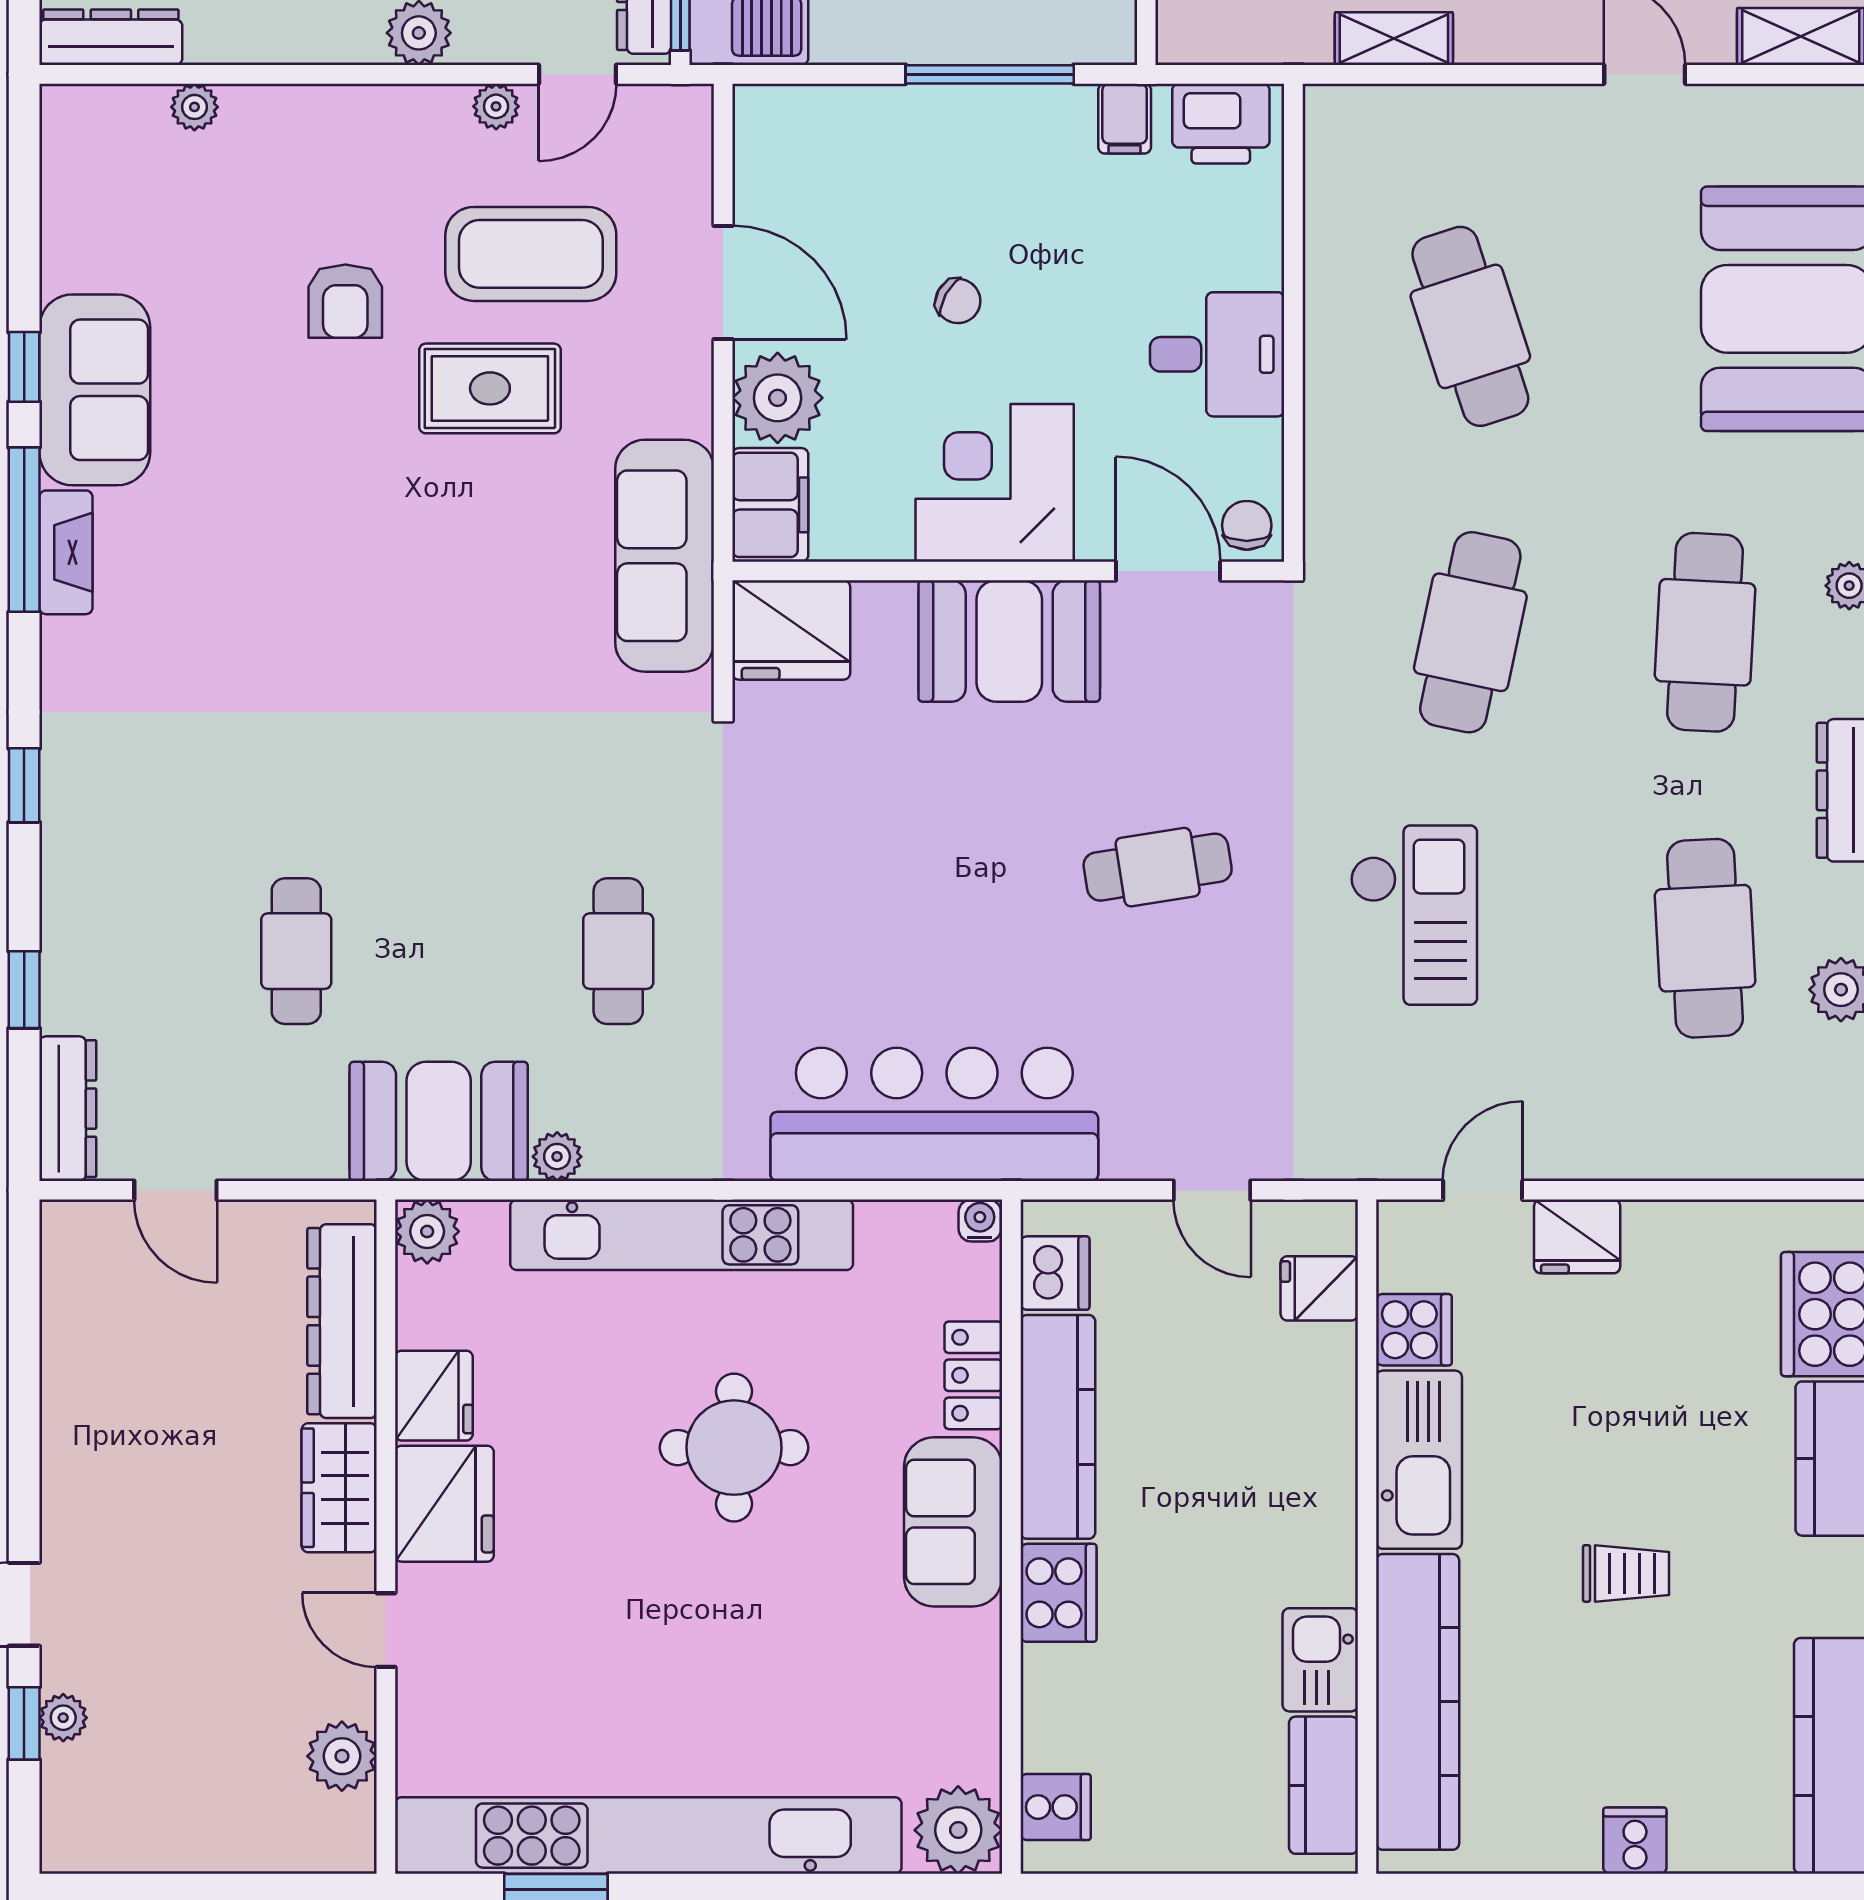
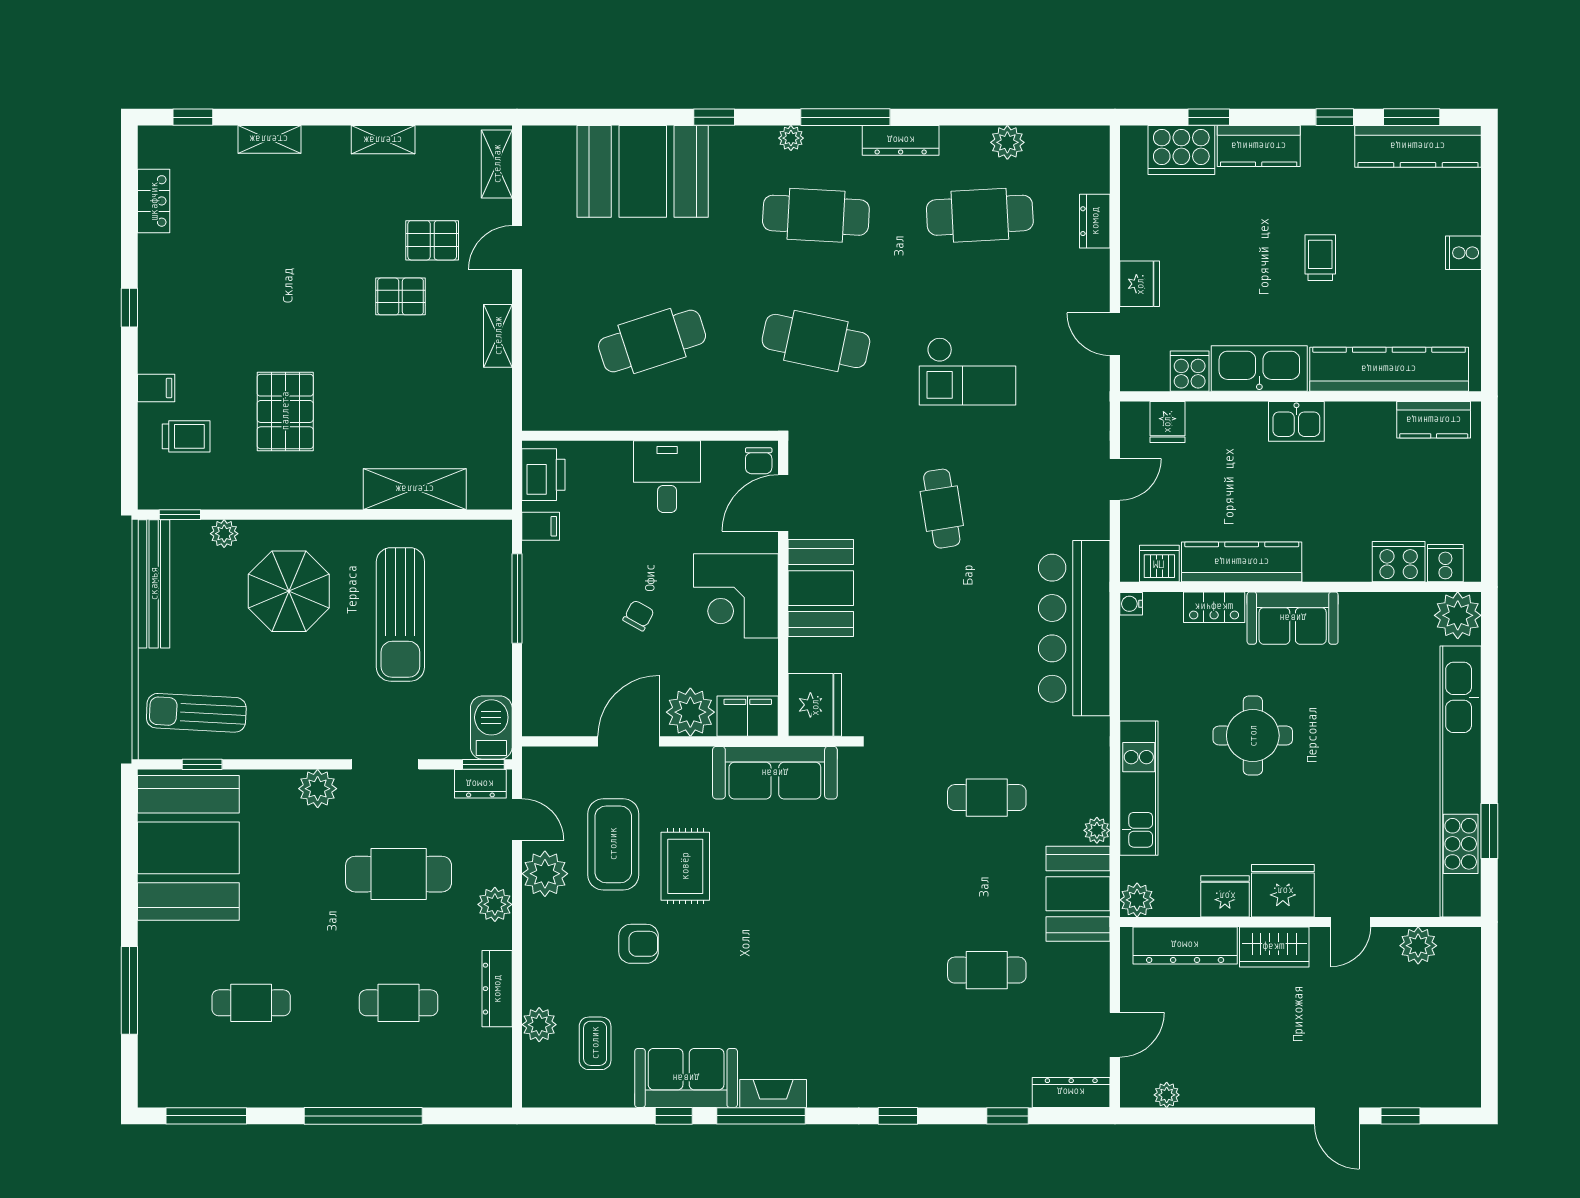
dresser: (111, 37) -> (497, 989), moved
shelving: (1394, 39) -> (498, 336), moved
plant: (496, 106) -> (545, 874), width x1.87, depth x1.87
plant: (194, 107) -> (539, 1025), width x1.38, depth x1.38
coffee table: (160, 220) -> (595, 1043), added
chair: (1247, 525) -> (759, 461), turned -90
checkout: (1414, 915) -> (967, 371), turned 180
dresser: (1694, 1153) -> (1095, 221), added
kitchen unit: (682, 1235) -> (1139, 788), width x0.73
cooker: (1059, 1593) -> (1399, 562), moved
kitchen sink: (1320, 1660) -> (1296, 421), moved
plant: (63, 1718) -> (1167, 1095), moved

